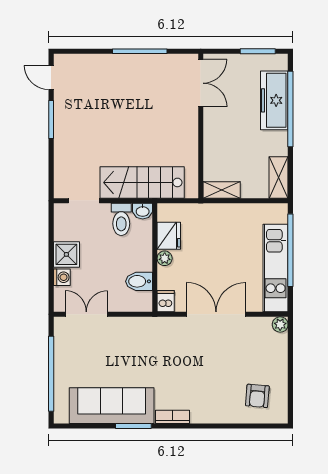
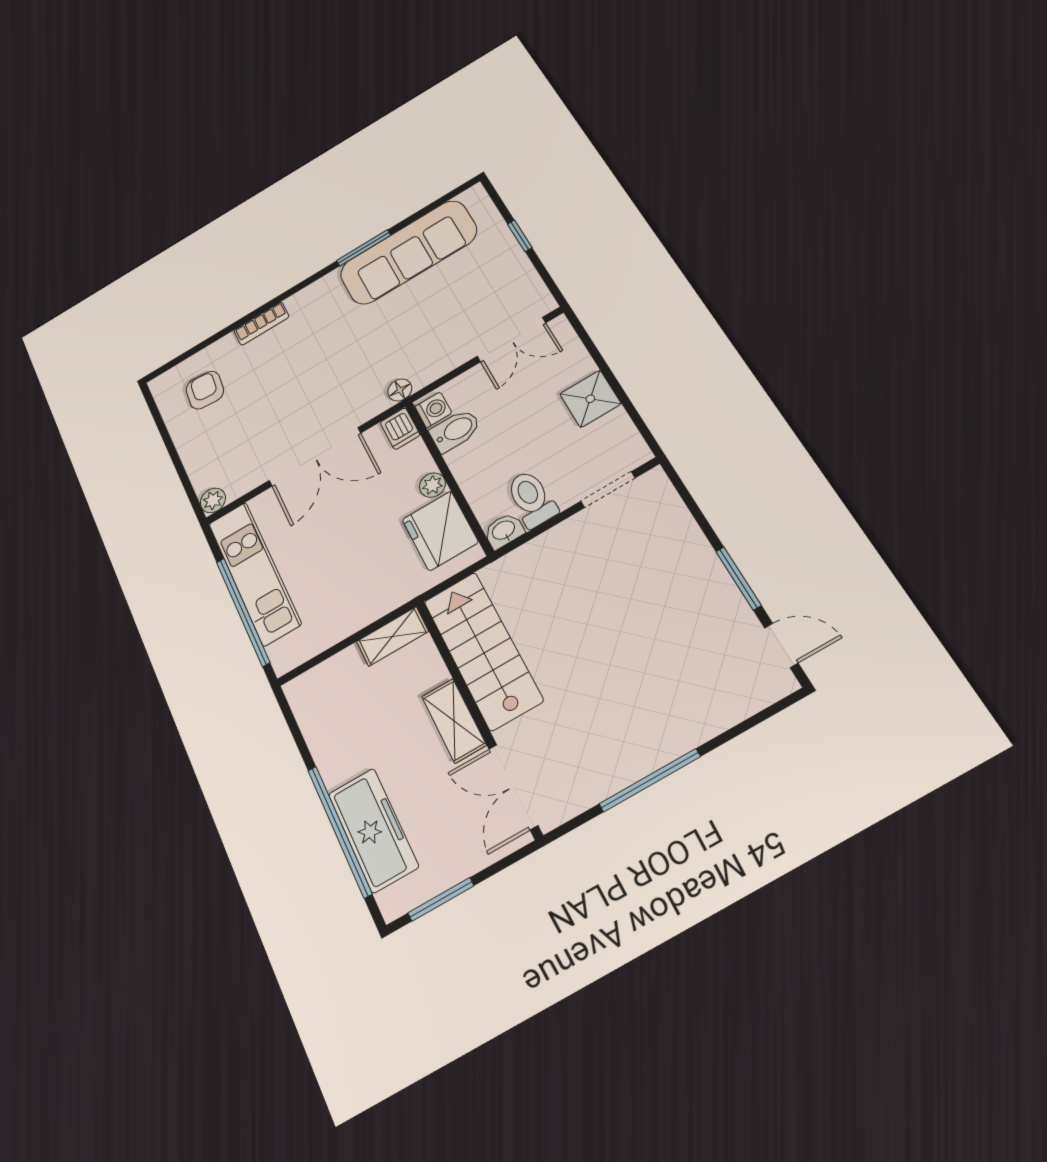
shelving: (279, 177) -> (454, 721), moved
stairs: (142, 182) -> (483, 650), moved, turned -90
fridge: (169, 236) -> (440, 531), width x1.36, depth x1.34
washing machine: (62, 277) -> (433, 410), moved, turned 180
floor lamp: (155, 324) -> (400, 390), added
window: (51, 374) -> (520, 236), width x0.32
bookcase: (172, 417) -> (262, 324), moved

